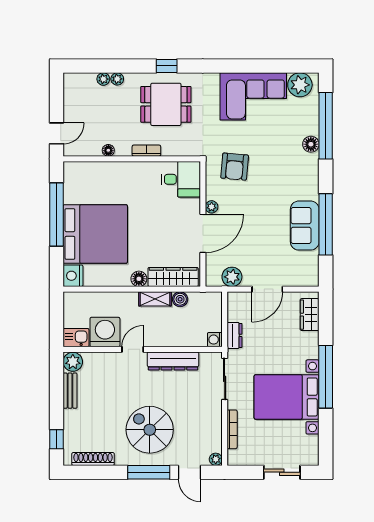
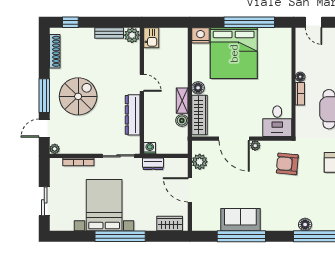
floor lamp: (108, 150) -> (300, 77), moved
washing machine: (105, 332) -> (156, 61), removed

